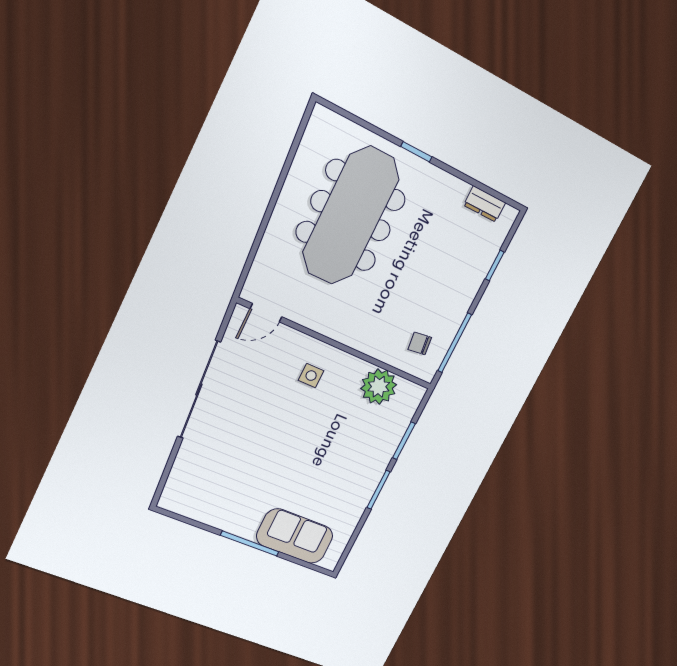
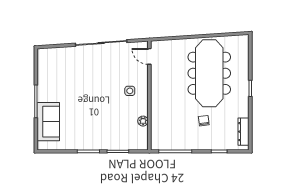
dresser: (485, 204) -> (244, 132), width x1.44
meeting table: (351, 216) -> (209, 73), turned 90
chair: (420, 343) -> (204, 121), moved
plant: (379, 387) -> (143, 121), width x0.53, depth x0.53

